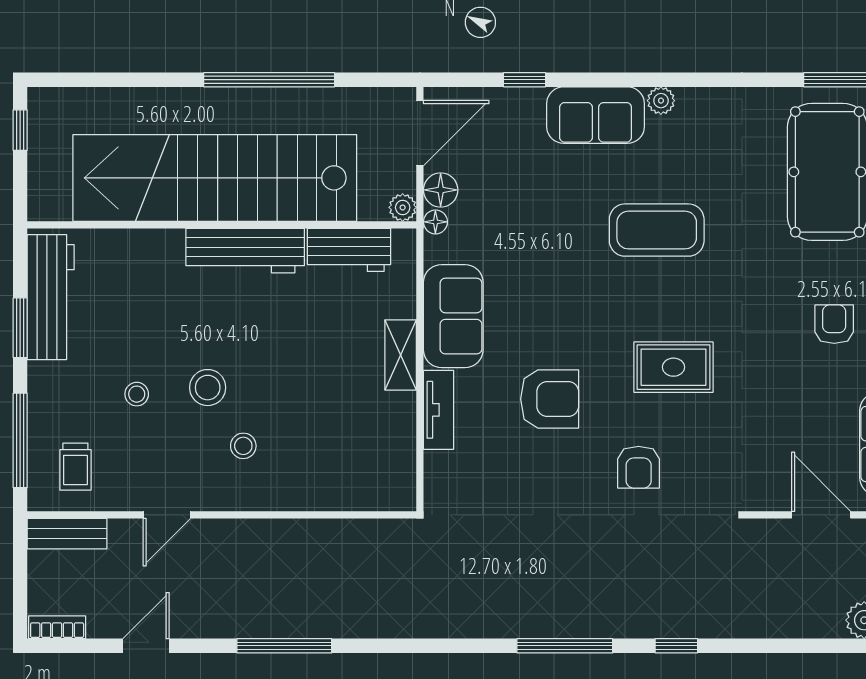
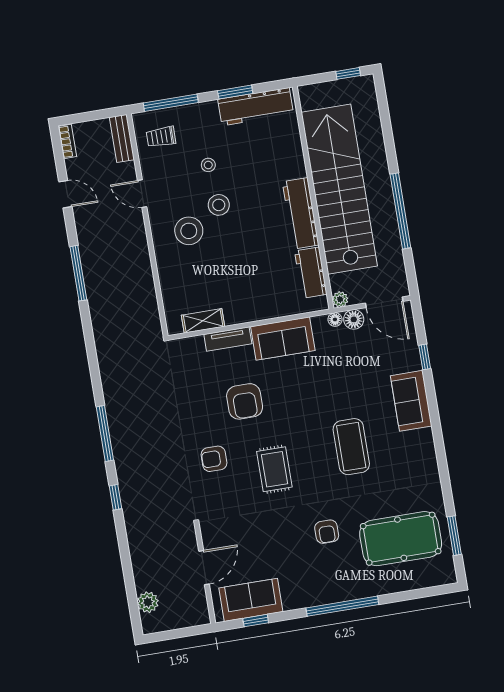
plant: (661, 101) -> (426, 437), removed
armchair: (834, 324) -> (327, 532), moved, turned 90
shelving: (401, 355) -> (203, 321), moved
stool: (243, 446) -> (189, 231), width x1.89, depth x1.89

